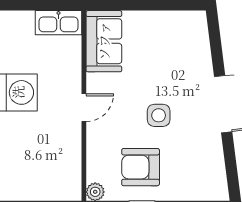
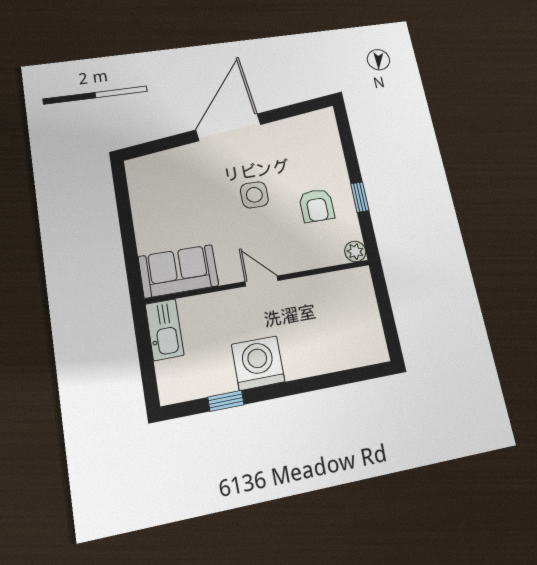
armchair: (141, 167) -> (317, 206), width x0.72, depth x0.72

